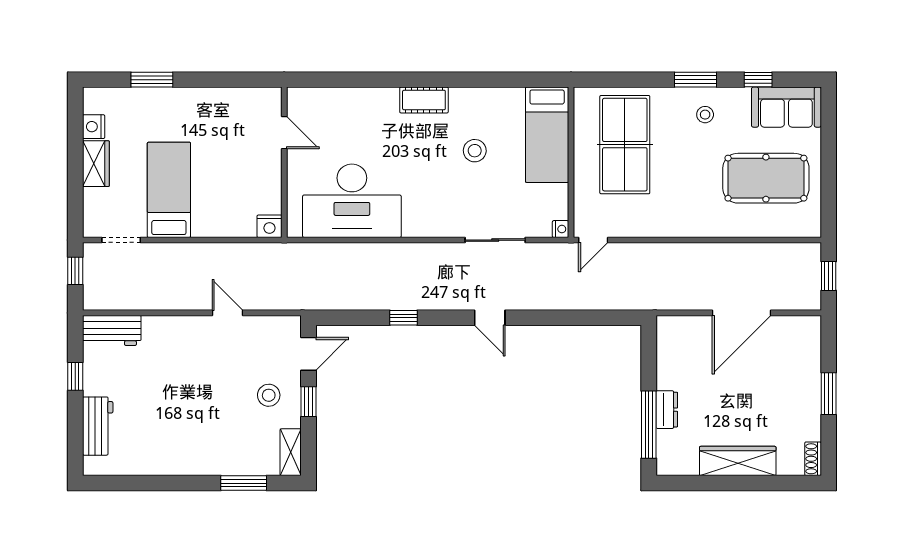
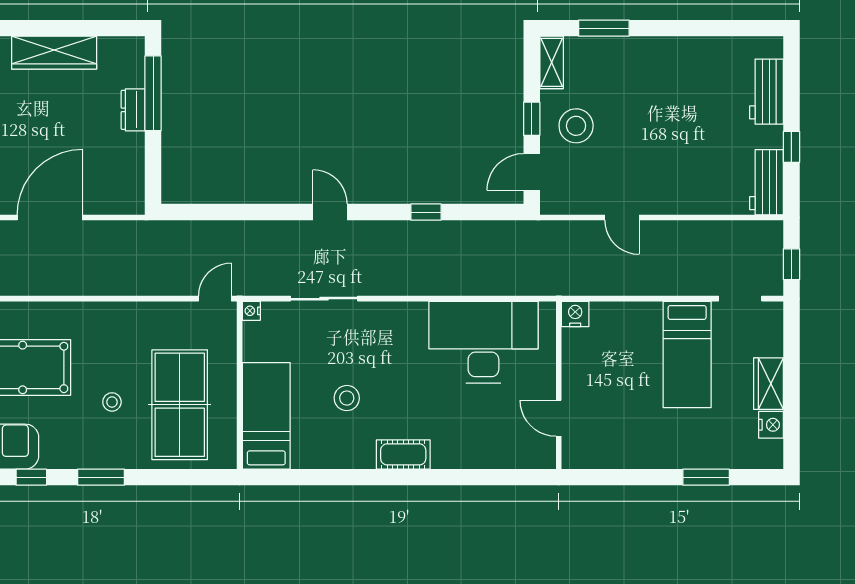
stool: (705, 115) -> (112, 402), moved
workbench: (112, 330) -> (766, 182), moved, turned -90
stool: (269, 395) -> (576, 126), width x1.38, depth x1.38

